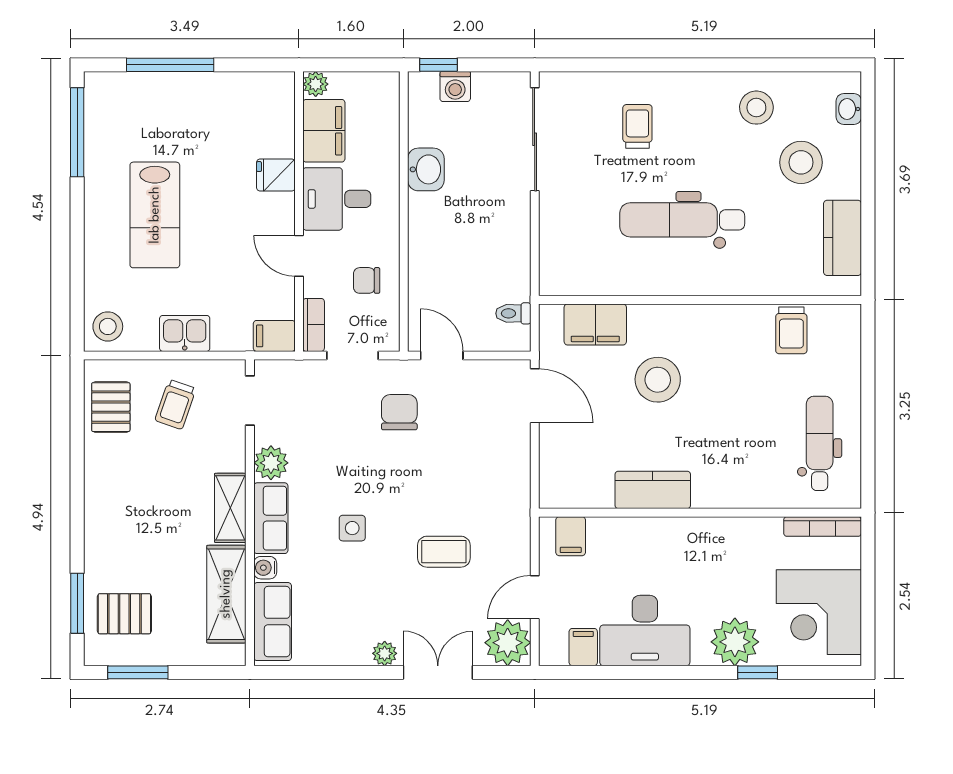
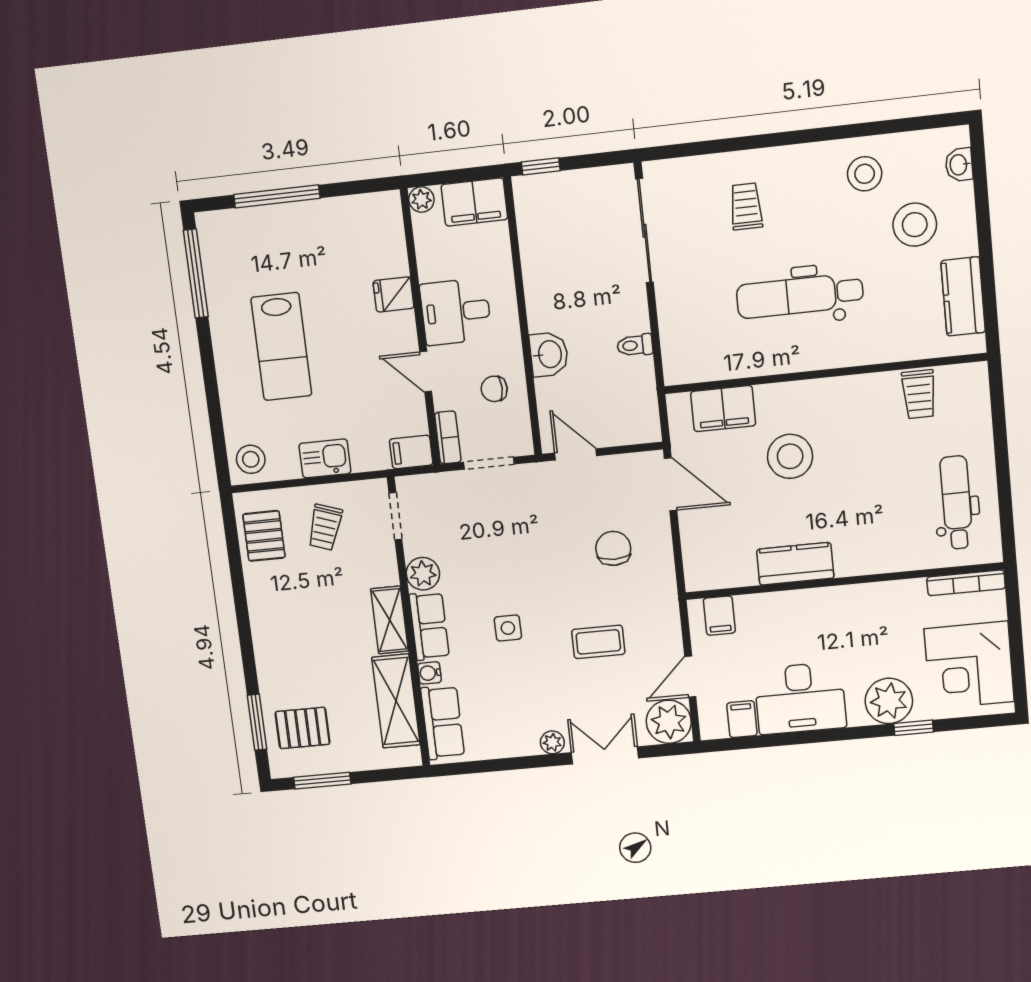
washing machine: (455, 87) -> (560, 186), removed
filing cabinet: (324, 131) -> (474, 202), moved, turned 90
washbasin: (426, 169) -> (549, 354), moved
toilet: (513, 313) -> (635, 345), moved
chair: (399, 412) -> (613, 548), moved

